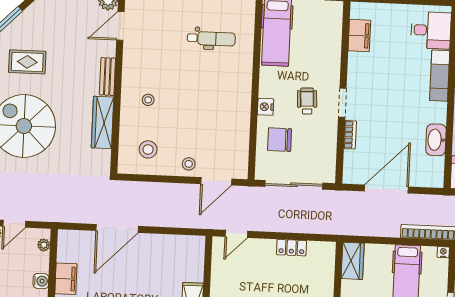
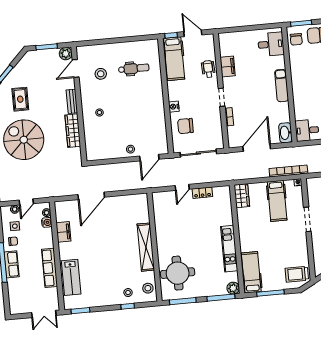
filing cabinet: (359, 36) -> (228, 66), moved
rug: (27, 62) -> (20, 99), turned 90
exam couch: (440, 76) -> (282, 86), moved
wheelchair: (307, 101) -> (208, 69), moved
washbasin: (436, 140) -> (285, 133), moved
stool: (148, 149) -> (101, 74), moved
door: (236, 234) -> (182, 187), moved
water cooler: (41, 281) -> (47, 222), moved

